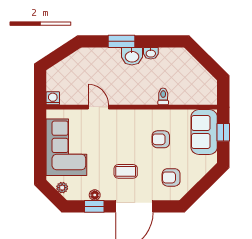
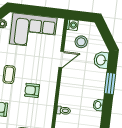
washbasin: (132, 56) -> (101, 60), moved
stool: (73, 85) -> (81, 42), added
armchair: (161, 139) -> (32, 90), moved, turned -90

